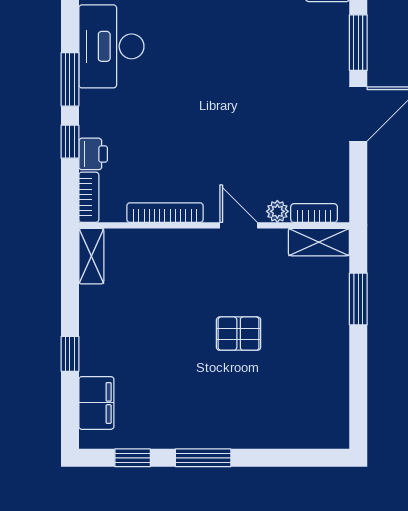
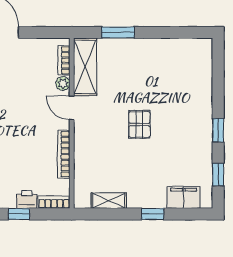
door: (239, 225) -> (72, 108), hinge flipped
shelving: (319, 242) -> (85, 67), width x1.50, depth x1.33
shelving: (91, 256) -> (109, 201), moved
pallet: (239, 334) -> (139, 124), moved
window: (203, 458) -> (218, 130), width x0.67

